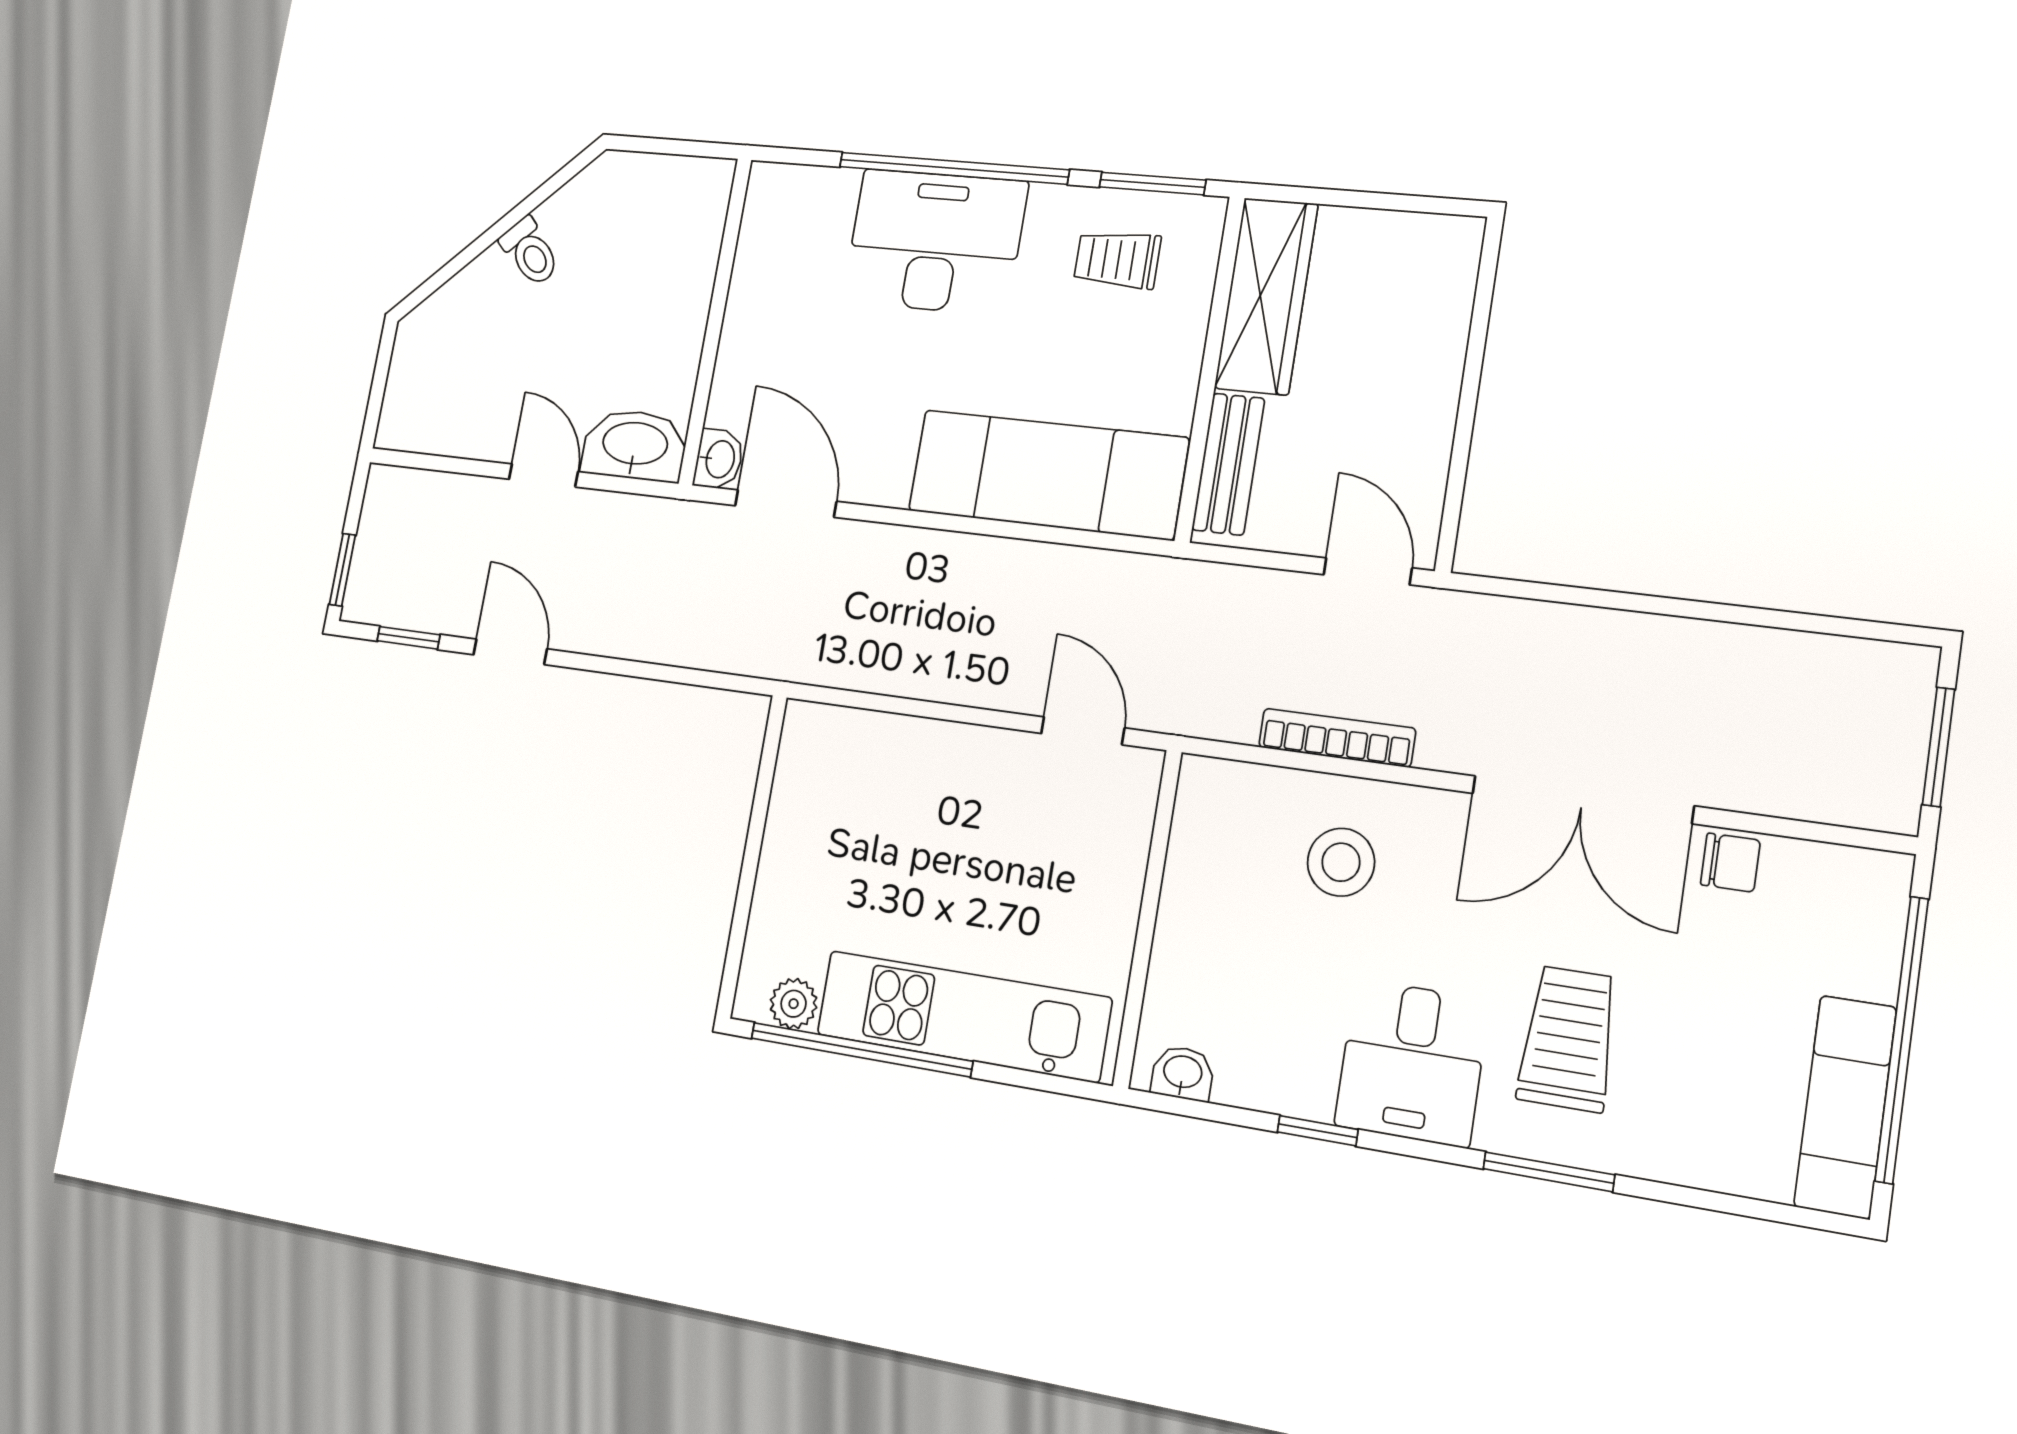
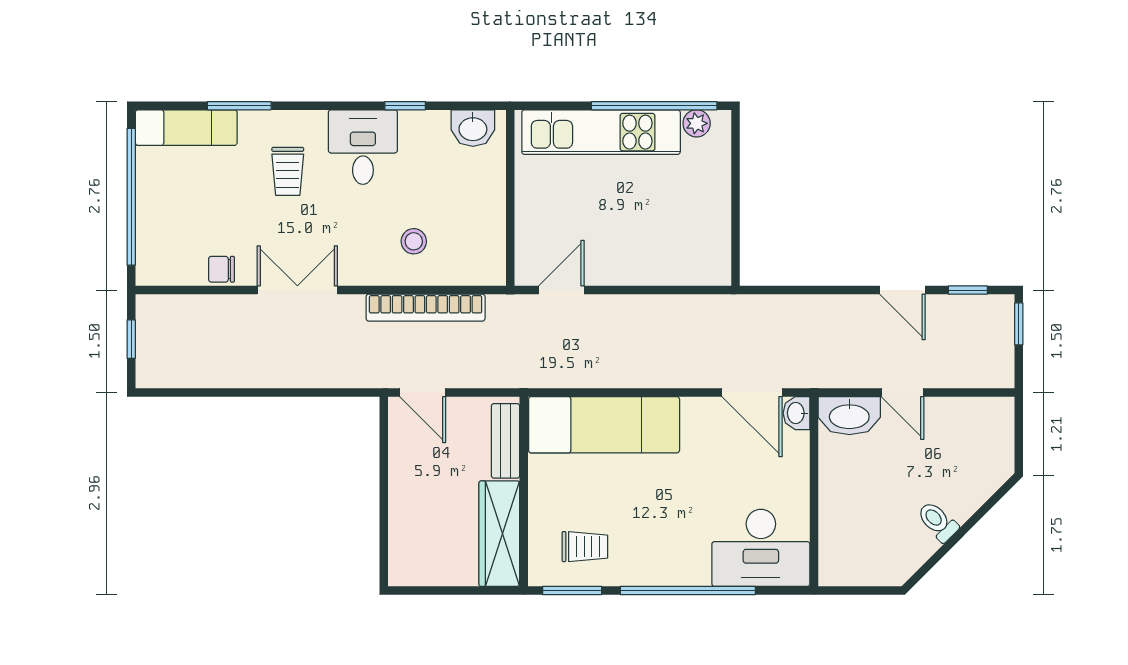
desk: (935, 242) -> (761, 548), moved
door: (1083, 731) -> (561, 290), swing flipped
bookcase: (1337, 738) -> (426, 308), width x1.48, depth x1.31
window: (1939, 747) -> (131, 339), width x0.67
double door: (1582, 800) -> (297, 290), width x0.73
stool: (1341, 862) -> (414, 241), width x0.73, depth x0.73
trolley: (1568, 1039) -> (288, 171), width x0.73, depth x0.72
washbasin: (1183, 1073) -> (473, 128), width x1.38, depth x1.45
exam couch: (1845, 1107) -> (186, 128), moved, turned 90
window: (1549, 1172) -> (239, 106), moved

